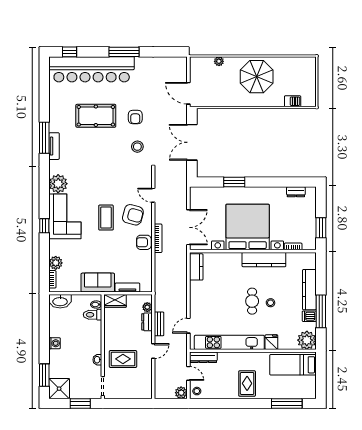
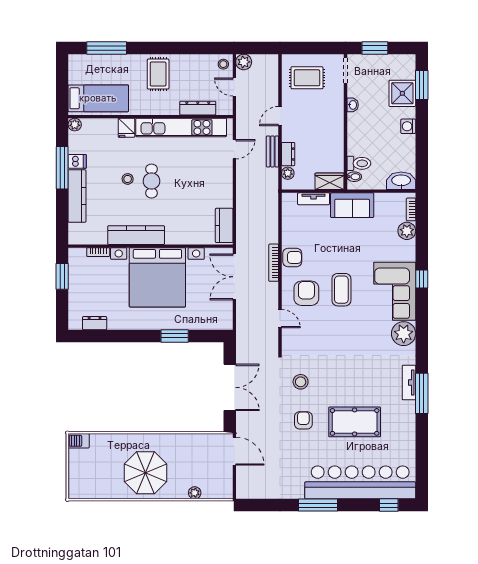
barbecue: (293, 101) -> (79, 441), moved
armchair: (133, 215) -> (306, 293), turned 75
plant: (307, 340) -> (75, 125), width x0.53, depth x0.53
dresser: (203, 357) -> (198, 108), moved
rug: (123, 359) -> (307, 78), moved
shower: (59, 389) -> (402, 93), moved

